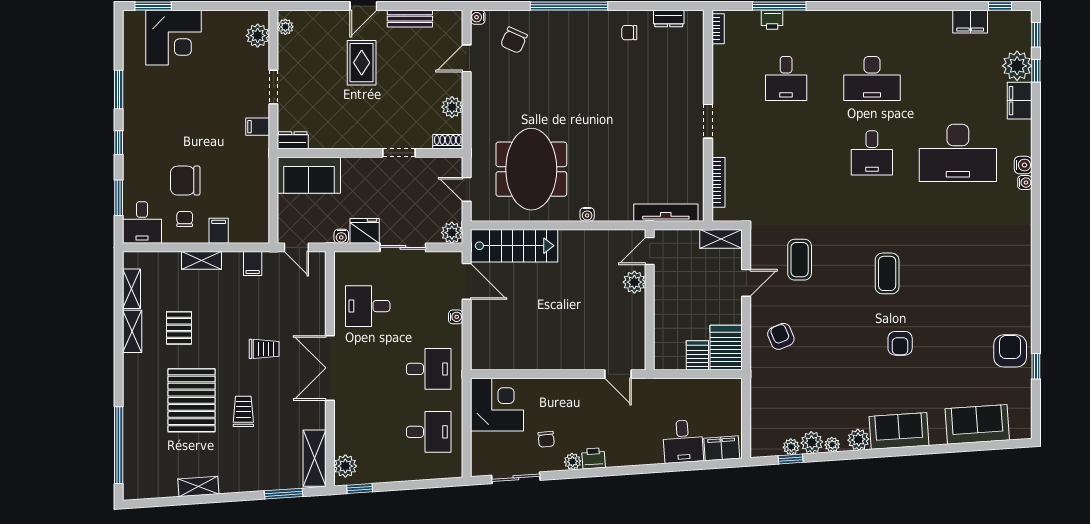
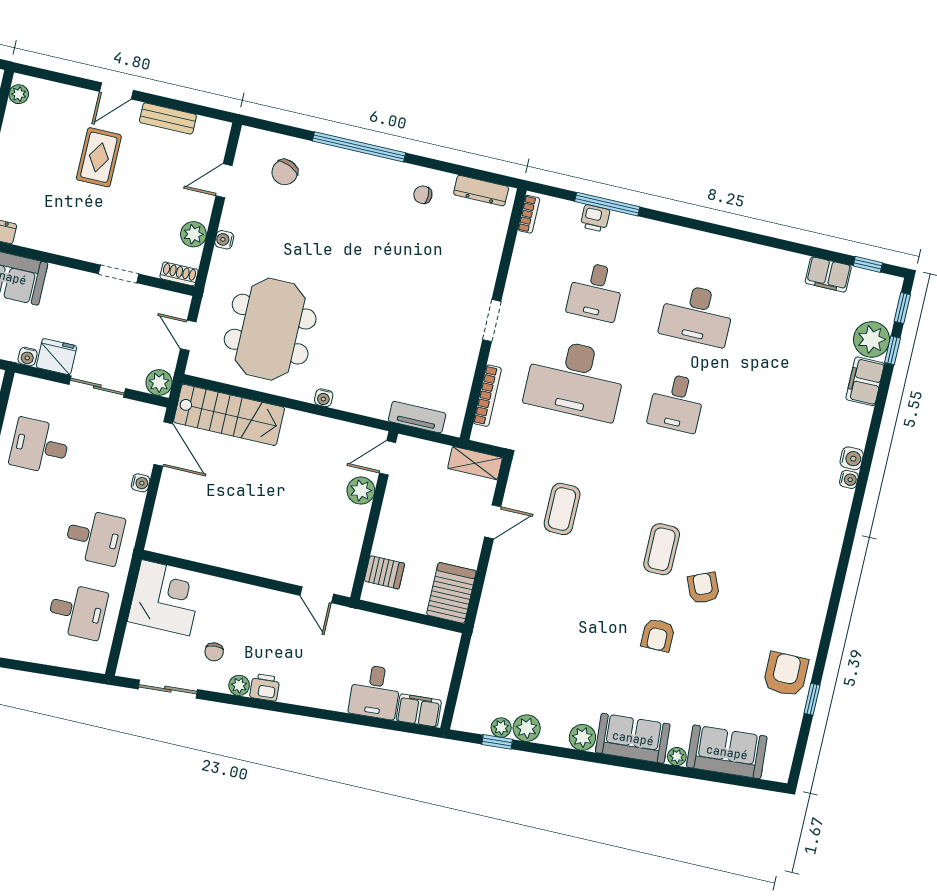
water cooler: (478, 17) -> (224, 240), moved
dresser: (669, 19) -> (481, 191), width x1.44
desk: (958, 153) -> (575, 379), moved
tv unit: (666, 213) -> (417, 417), width x0.71
armchair: (781, 336) -> (703, 588), moved
server rack: (697, 355) -> (384, 572), moved, turned 90
plant: (832, 445) -> (677, 756), moved

